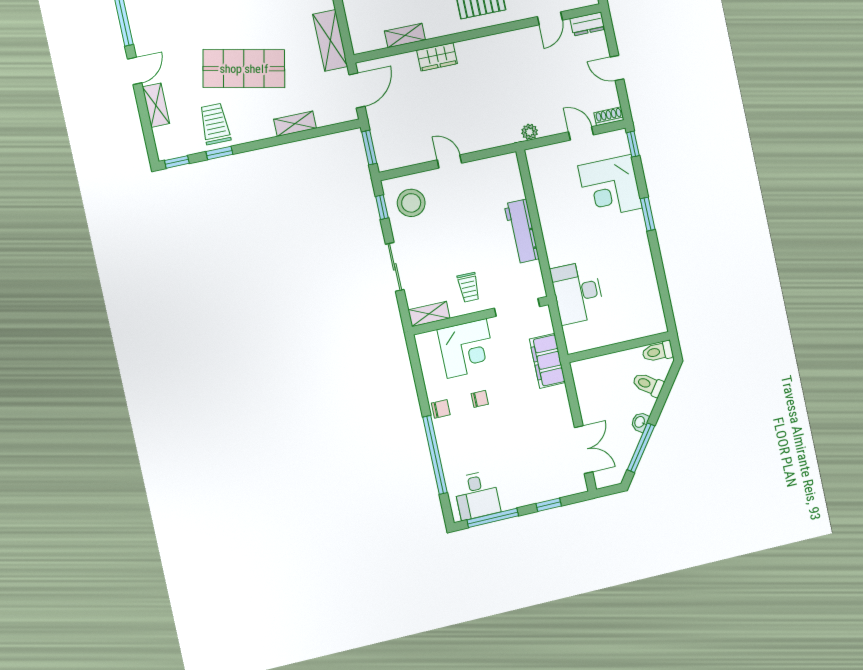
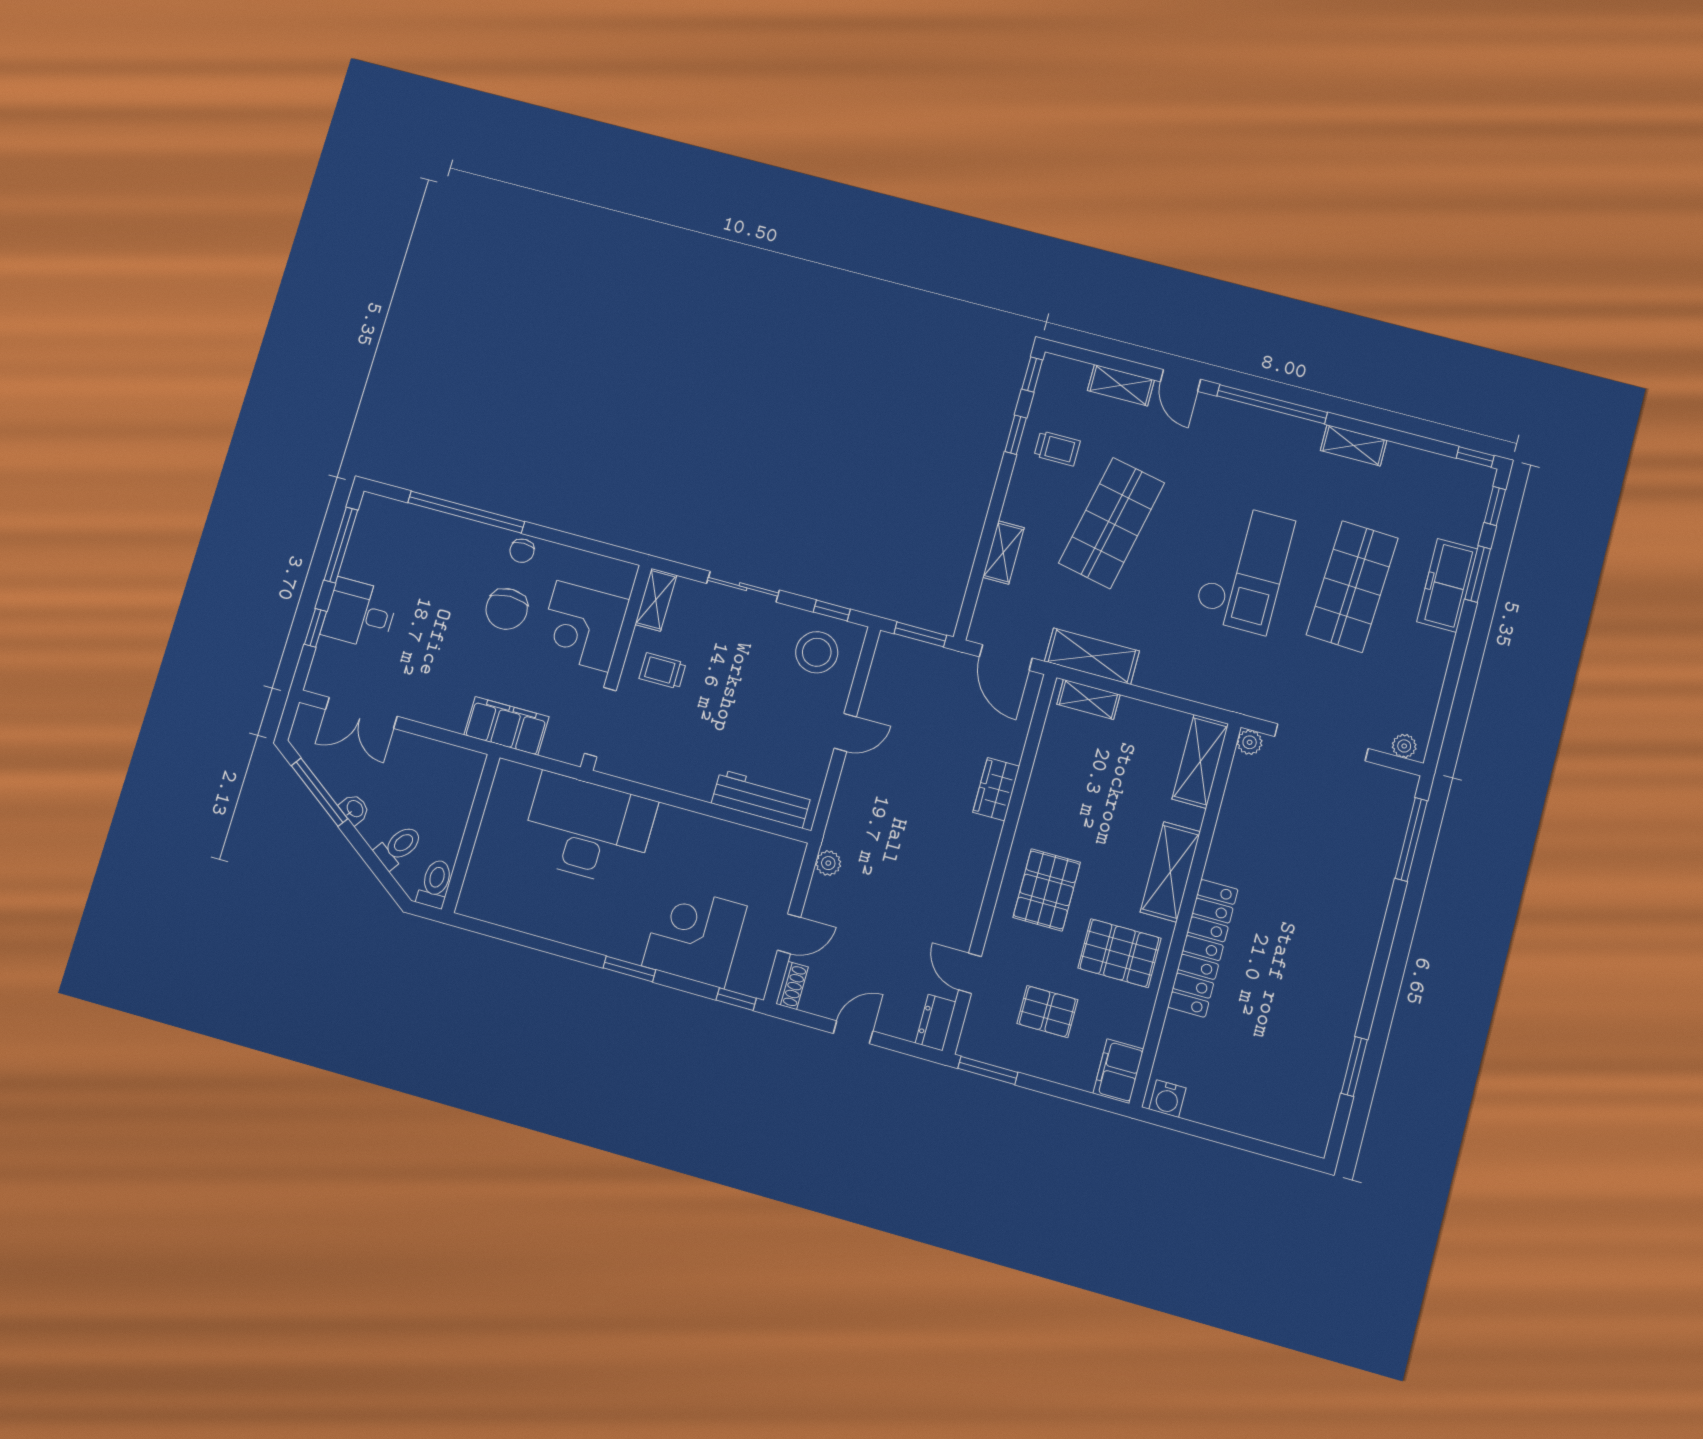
shelving: (405, 35) -> (1088, 699), moved, turned 90
trolley: (215, 124) -> (1057, 448), width x0.73, depth x0.72
workbench: (522, 231) -> (761, 799), moved
desk: (578, 292) -> (588, 830), width x1.36, depth x1.30
chair: (480, 399) -> (507, 609), width x1.87, depth x1.87
desk: (477, 495) -> (360, 614), moved

